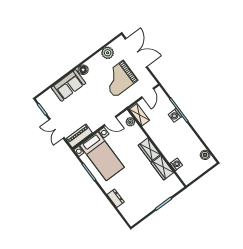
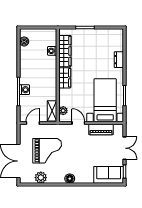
sofa: (68, 85) -> (109, 175), moved
piano: (79, 136) -> (101, 129), moved
wardrobe: (162, 168) -> (65, 51), width x1.50

